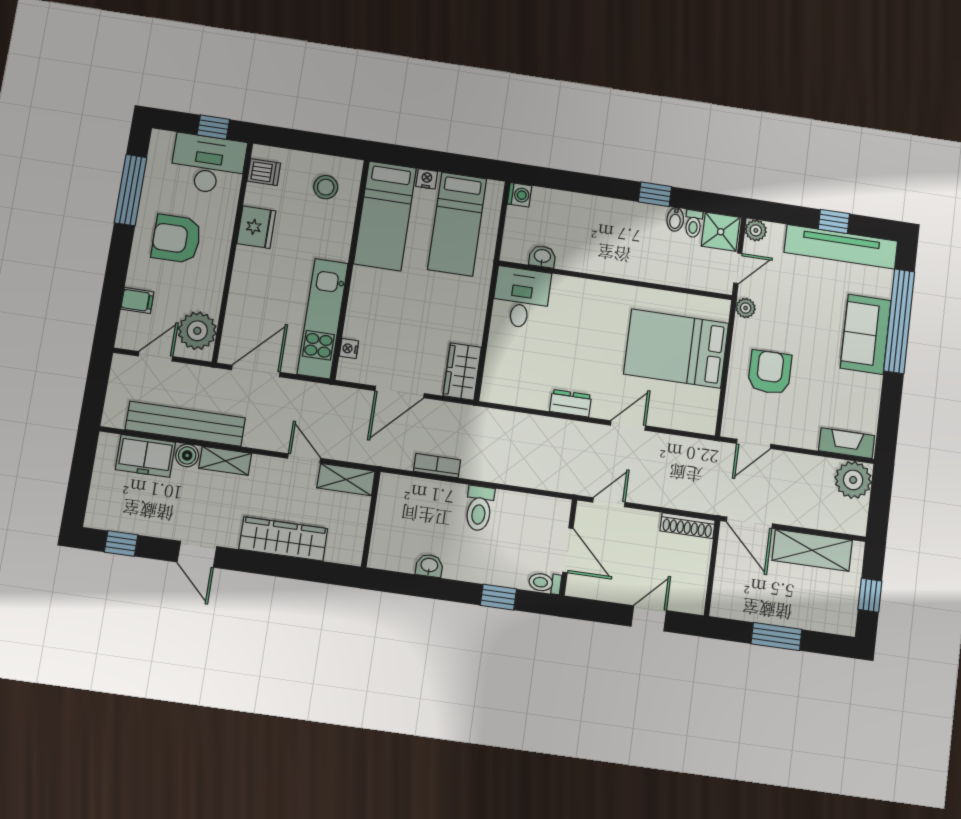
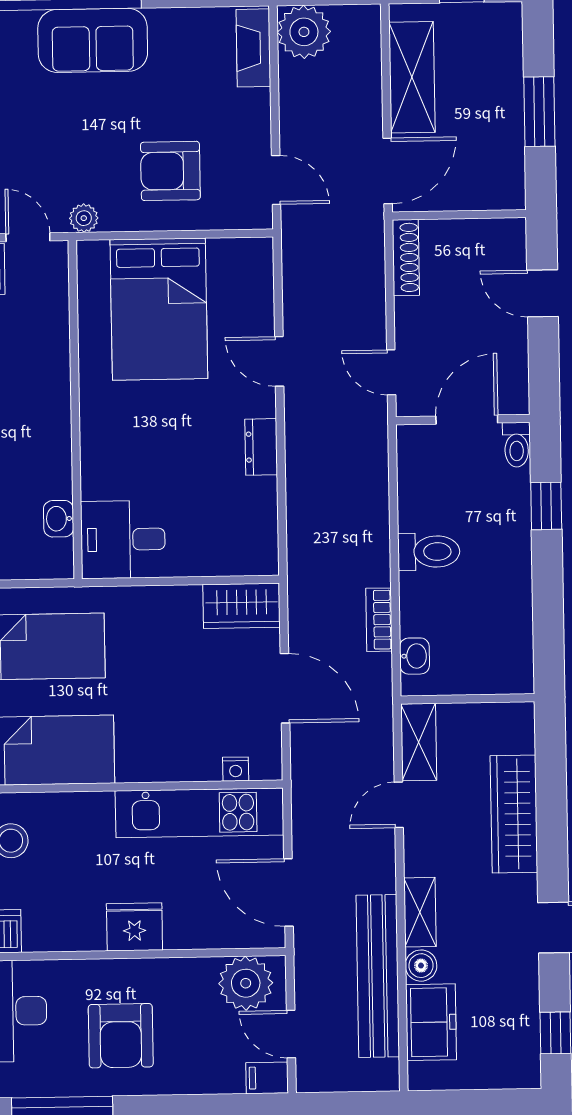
fridge: (256, 227) -> (134, 927), moved
filing cabinet: (137, 300) -> (267, 1078), moved, turned -90
washbasin: (429, 566) -> (415, 656), moved, turned 180

